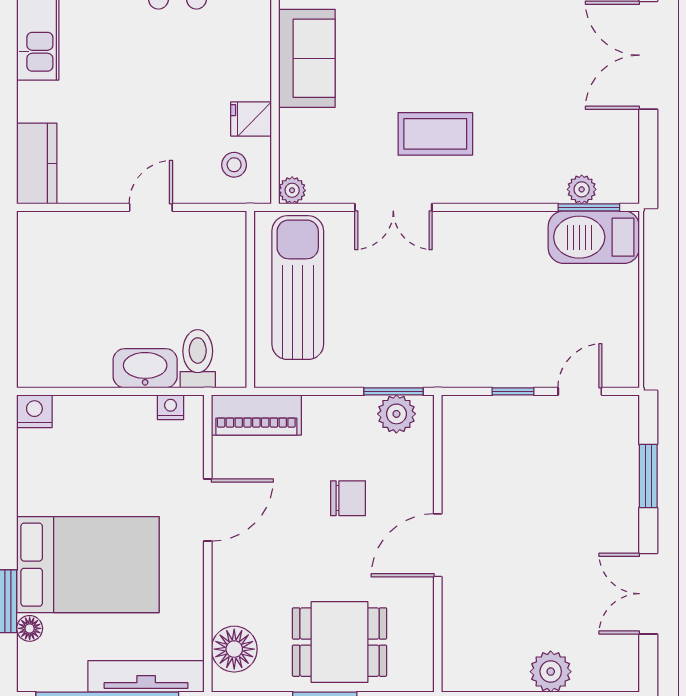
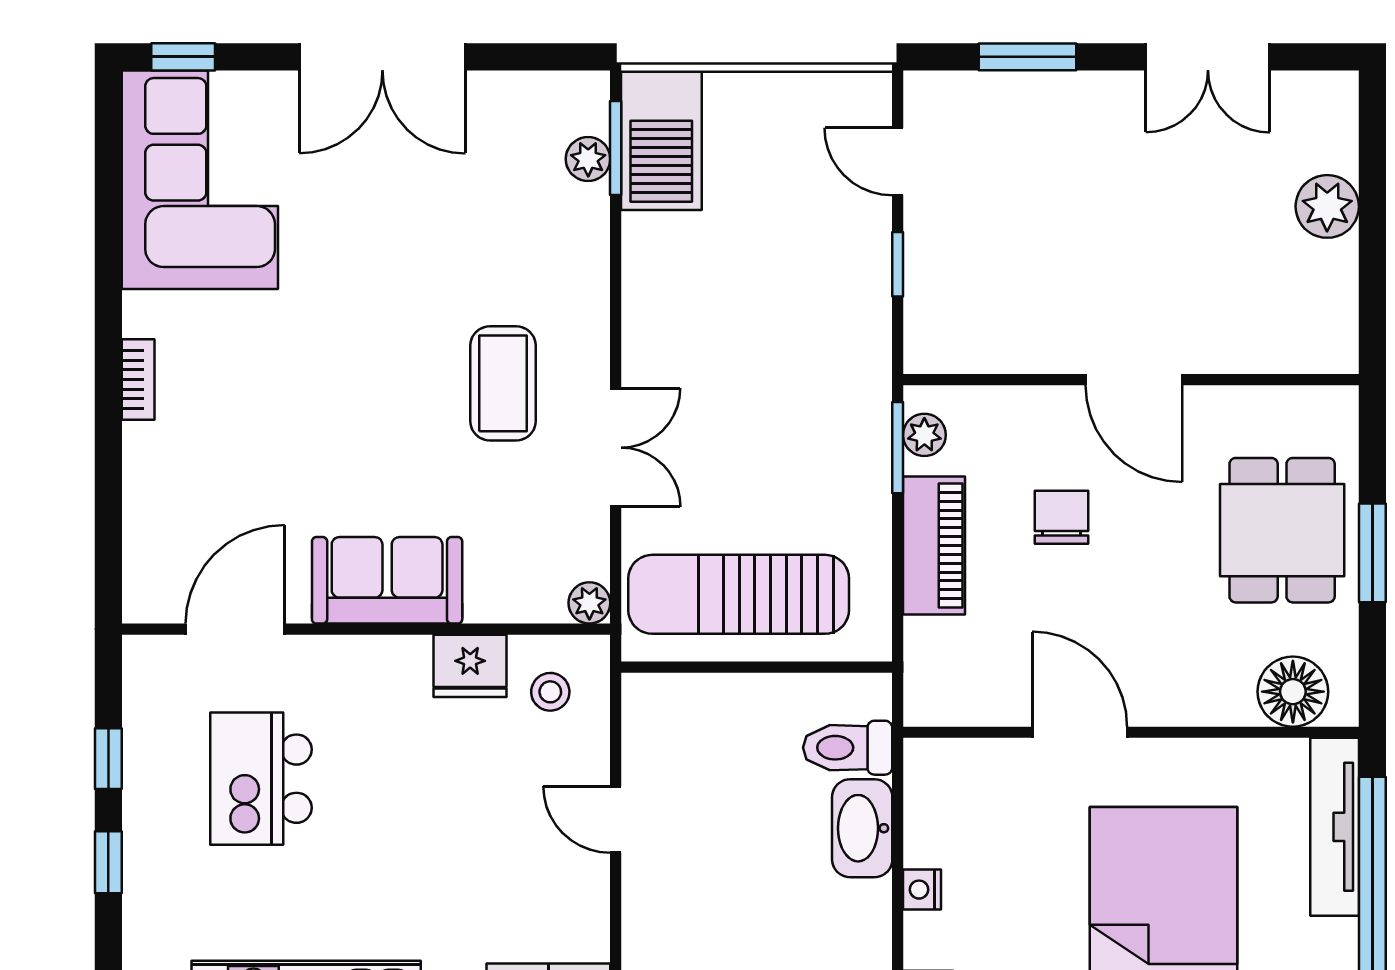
fridge: (251, 119) -> (470, 666), width x1.38
nightstand: (171, 407) -> (922, 890), moved
plant: (396, 414) -> (924, 435), width x0.73, depth x0.73
piano: (256, 415) -> (934, 546), moved

